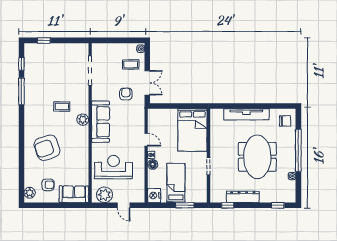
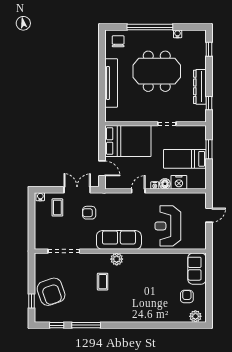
door: (167, 106) -> (102, 168), added
armchair: (47, 148) -> (51, 292), moved
plant: (104, 195) -> (198, 236), removed
nightstand: (154, 195) -> (179, 182), moved

